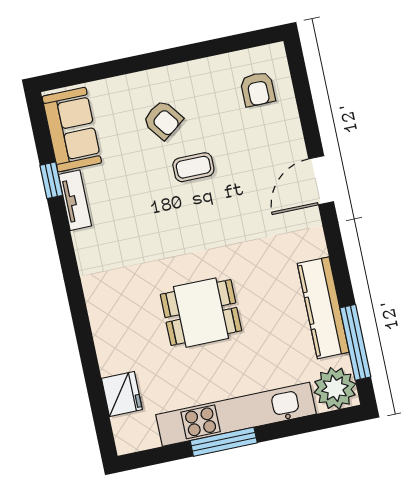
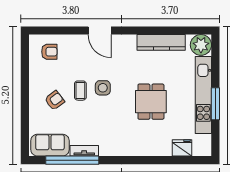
window: (51, 180) -> (72, 160), width x3.17
side table: (208, 211) -> (103, 88), added
window: (355, 342) -> (181, 30), removed

